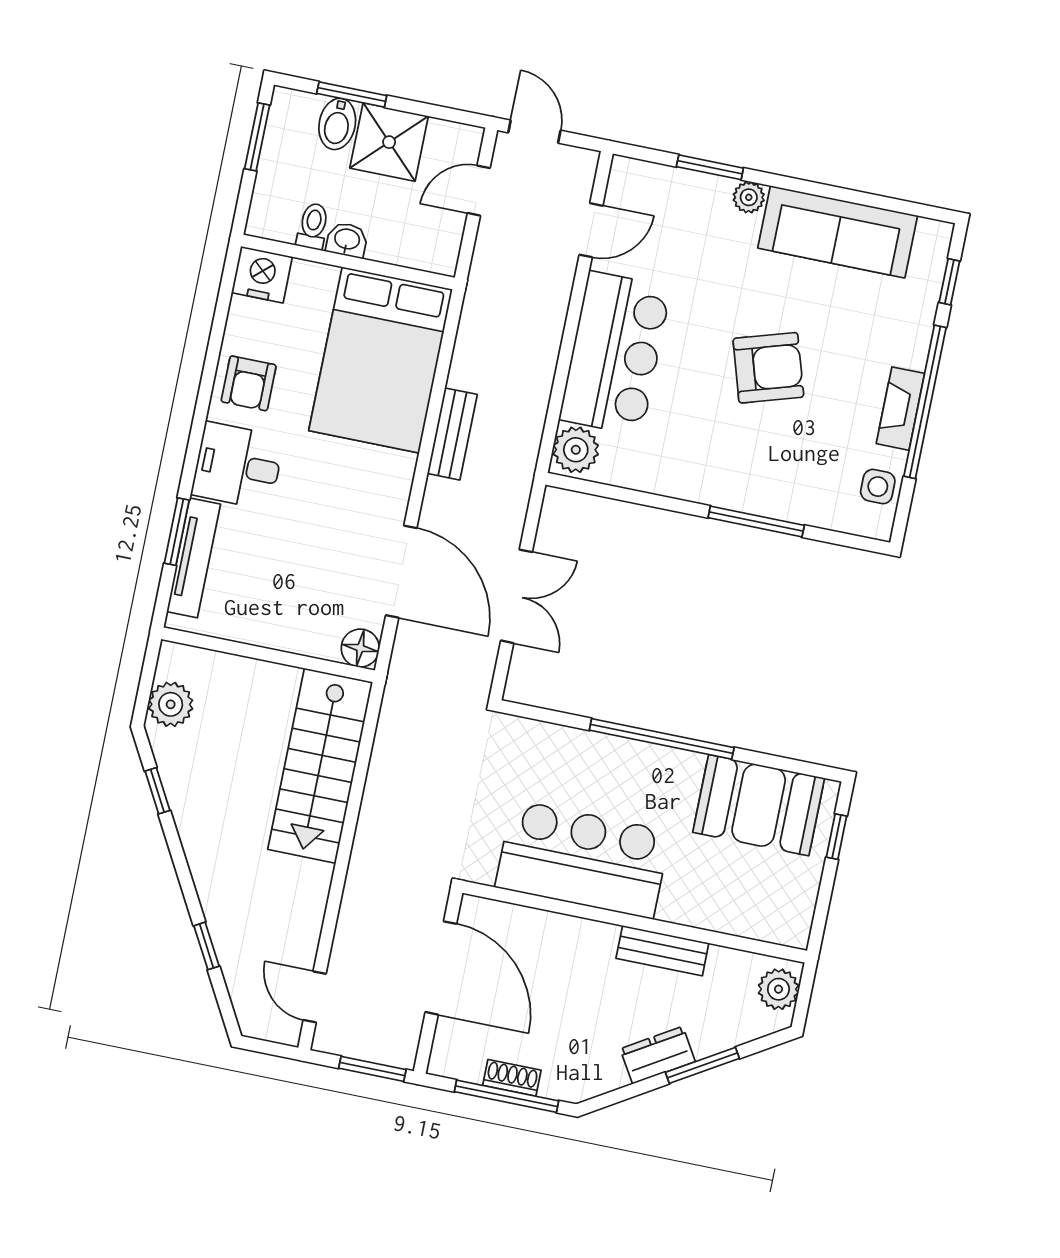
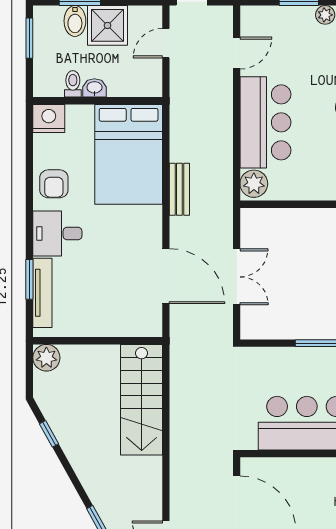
floor lamp: (360, 648) -> (151, 326), removed
plant: (171, 704) -> (46, 358), moved

